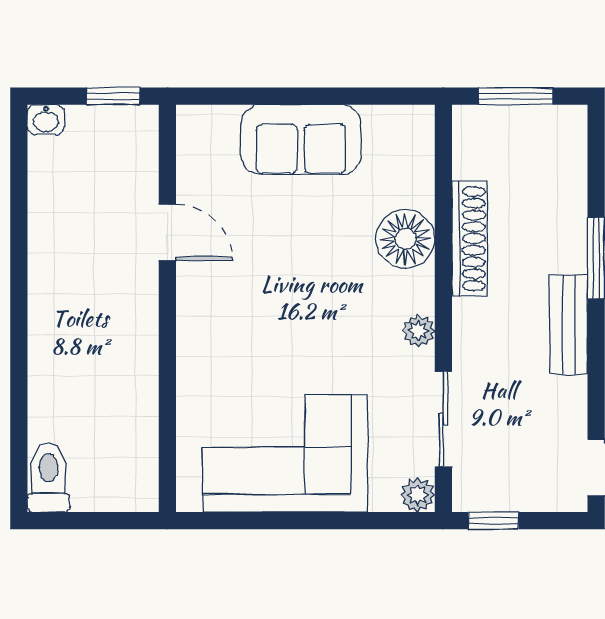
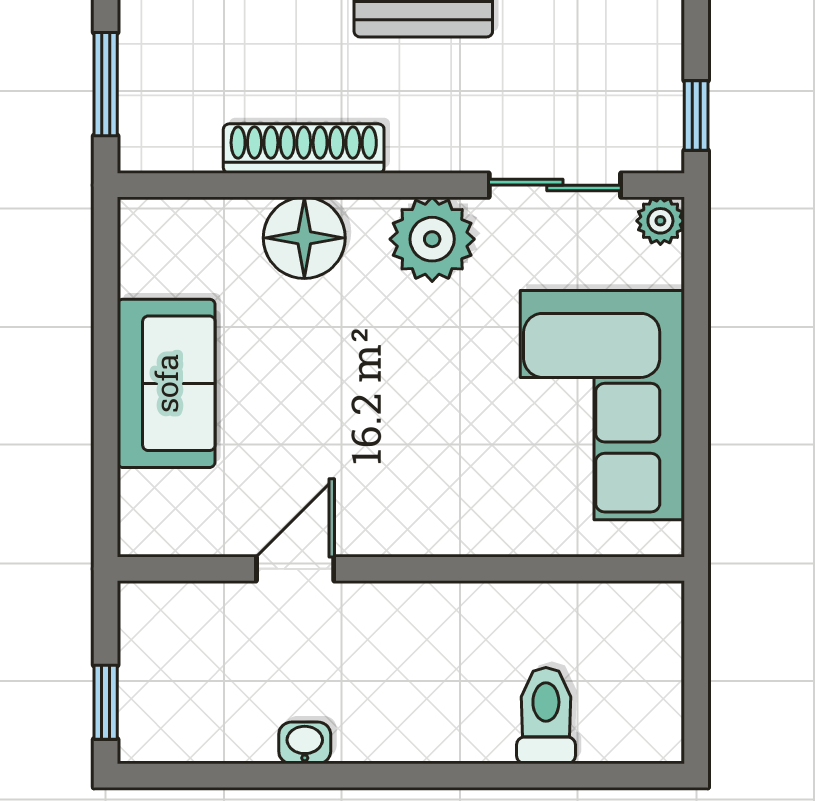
window: (113, 96) -> (106, 702), moved
washbasin: (46, 120) -> (305, 743), moved, turned -90
plant: (419, 331) -> (432, 239), width x1.87, depth x1.87
toilet: (48, 477) -> (546, 716), moved, turned 90

